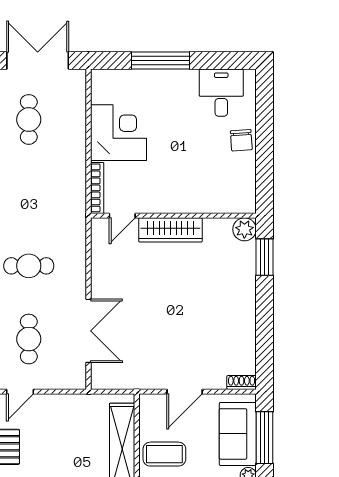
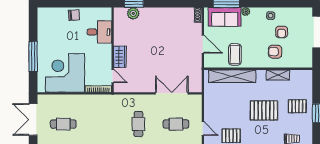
desk: (221, 93) -> (99, 32), moved, turned 180
corner desk: (119, 133) -> (65, 73), width x1.36, depth x1.36
plant: (244, 229) -> (133, 13), moved
wardrobe: (170, 230) -> (120, 57), width x0.67

